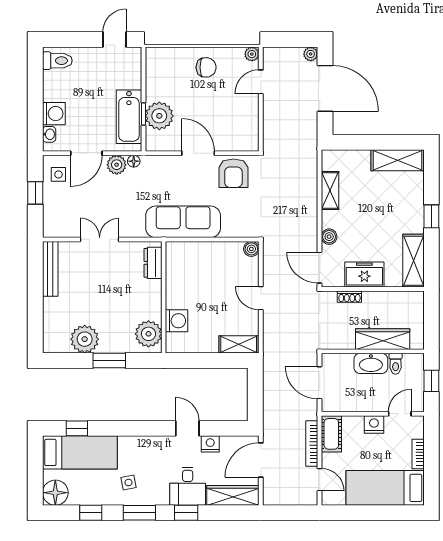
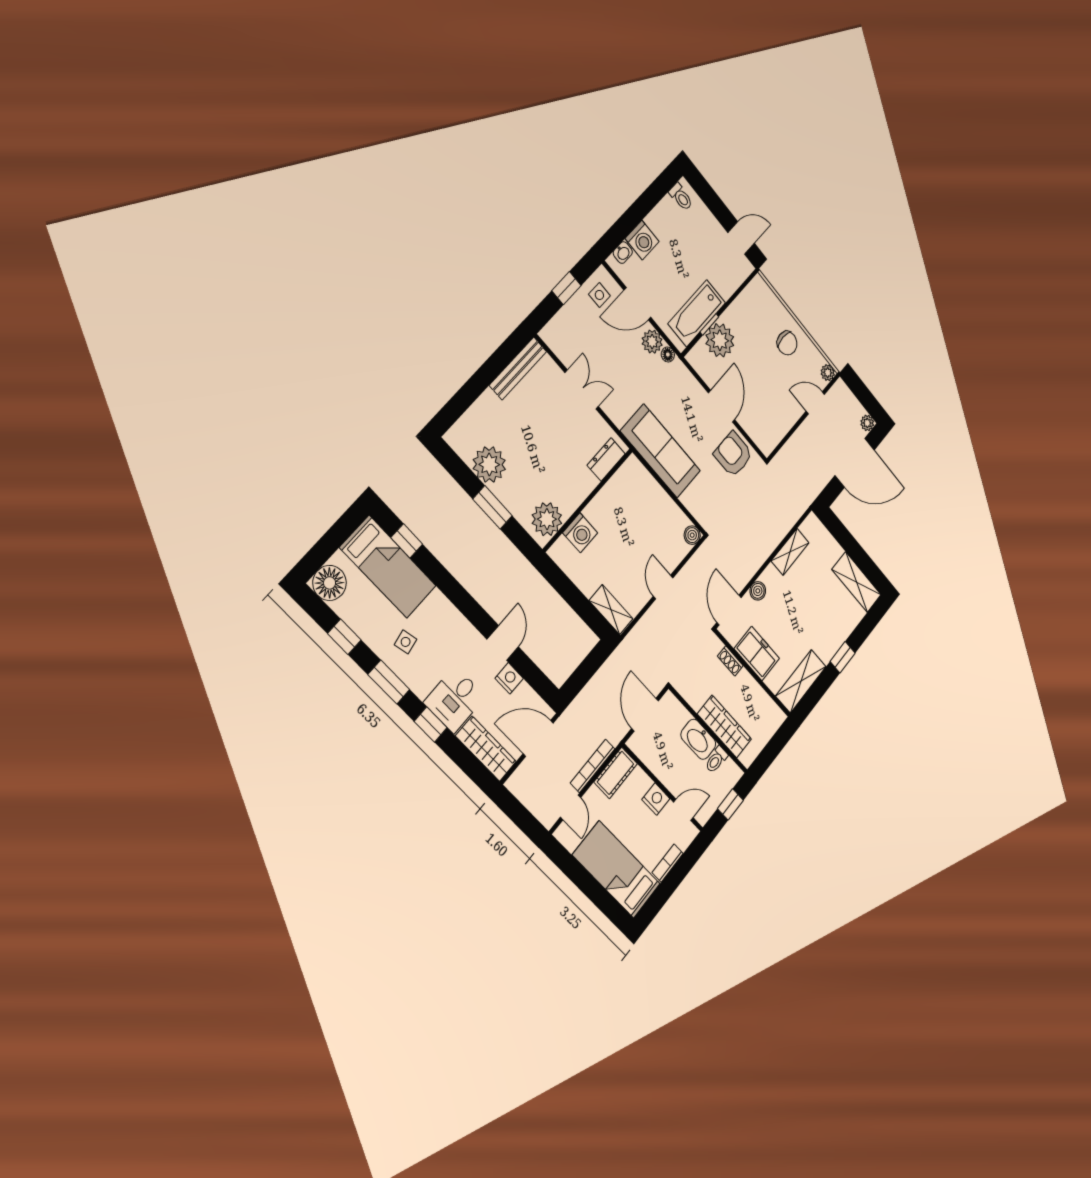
toilet: (57, 61) -> (681, 197), width x0.73, depth x0.72
door: (325, 88) -> (855, 463), hinge flipped
armchair: (233, 173) -> (733, 454), turned 90

